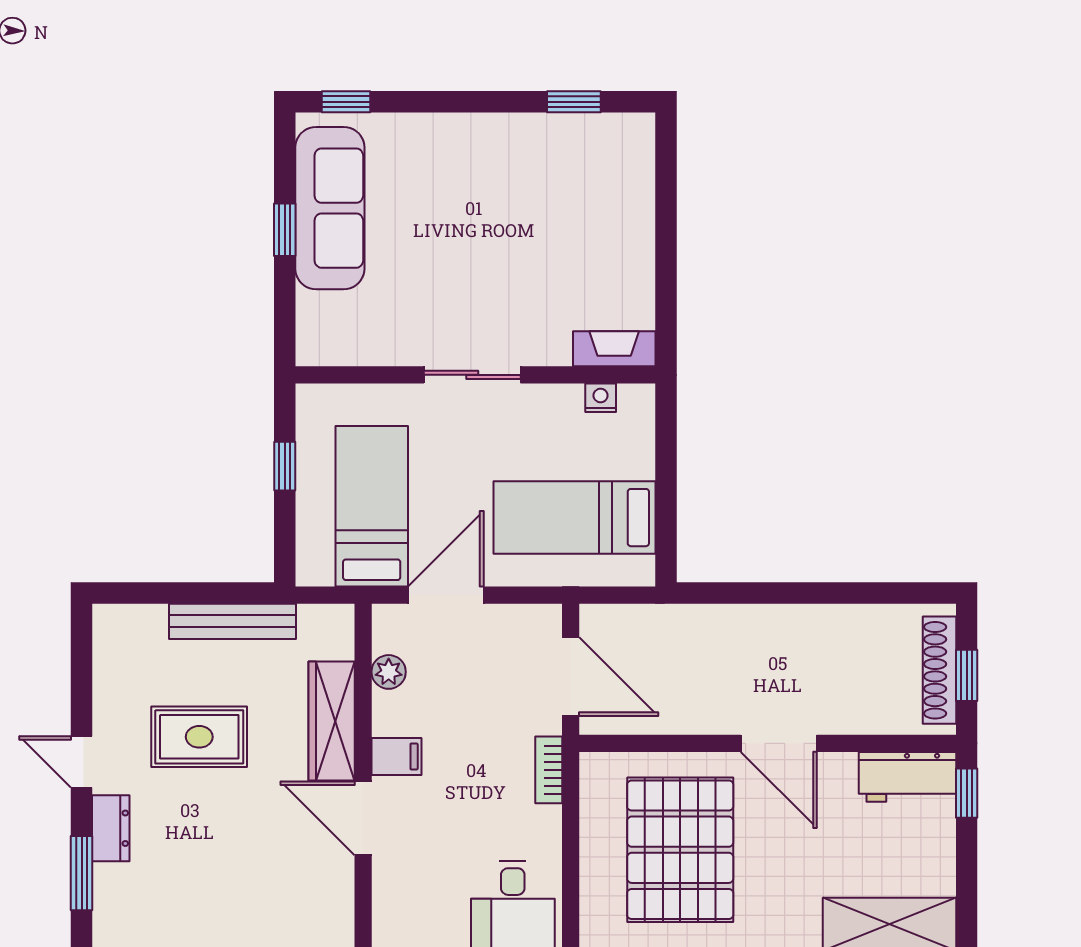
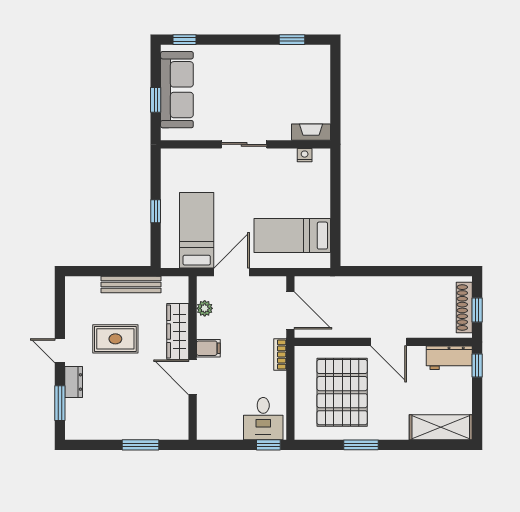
fireplace: (614, 349) -> (311, 132), moved
sliding door: (472, 375) -> (244, 144), moved
wall: (475, 375) -> (246, 144), moved
nightstand: (601, 398) -> (305, 155), moved

